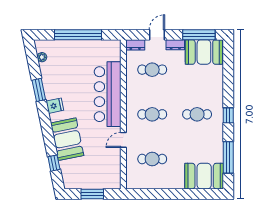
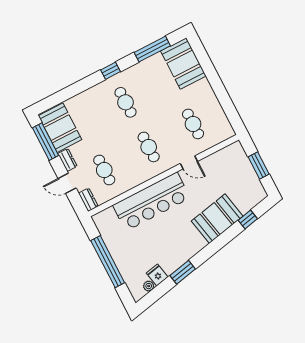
fridge: (55, 106) -> (157, 275), moved

